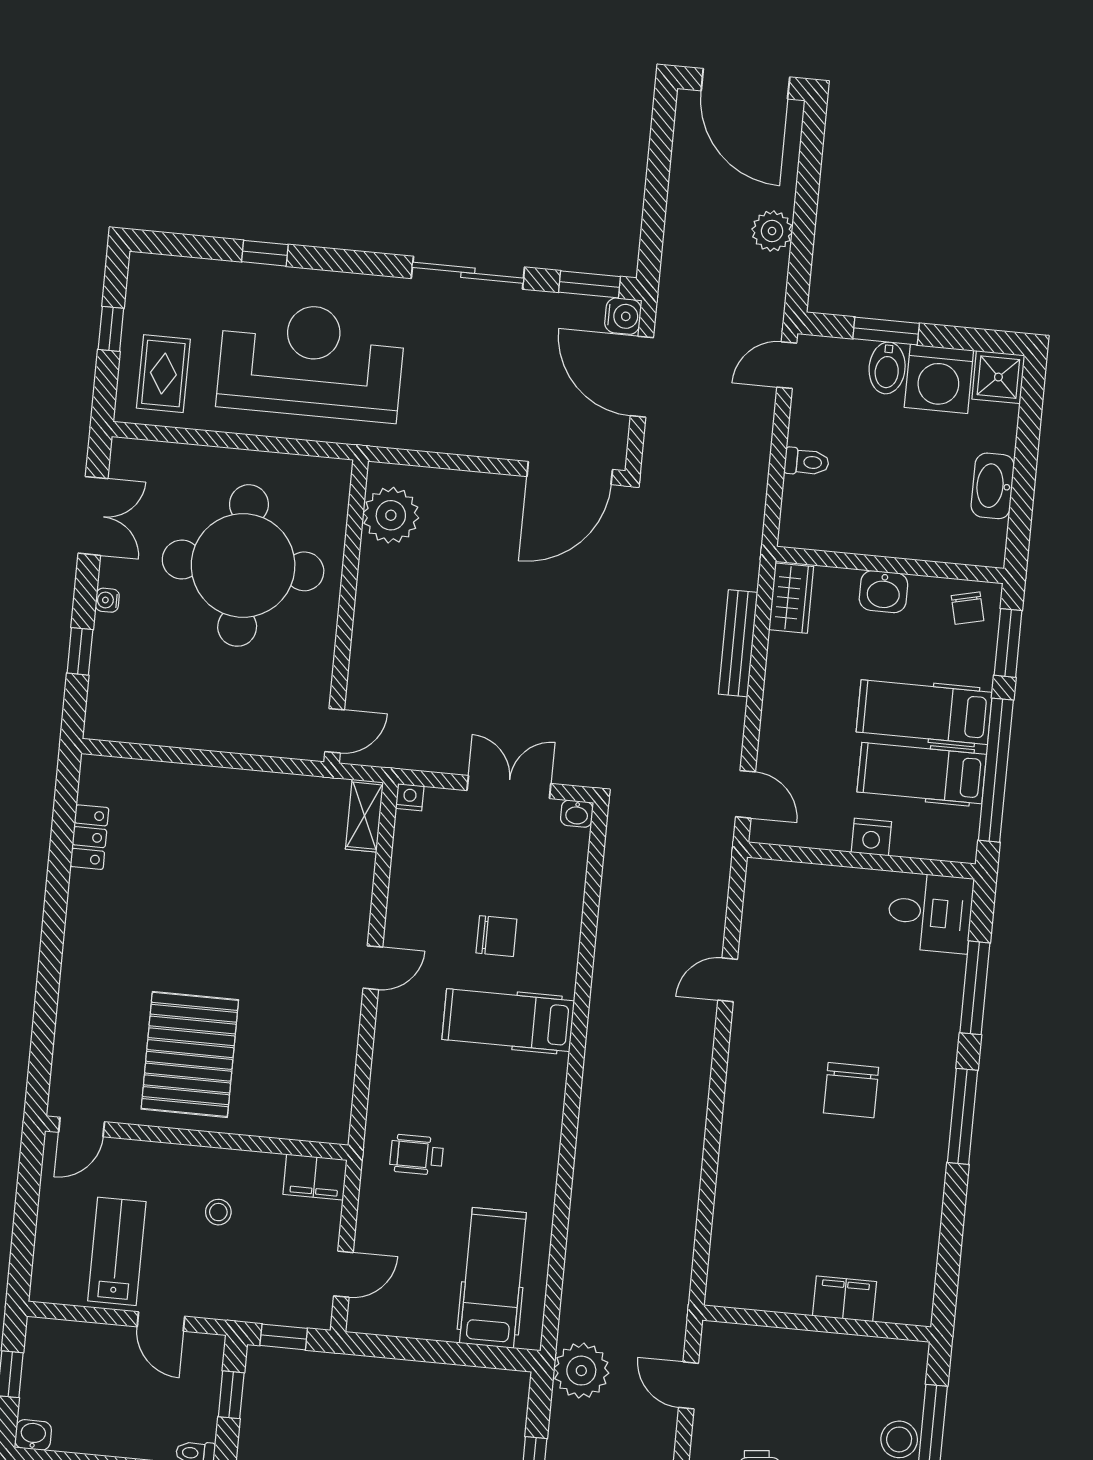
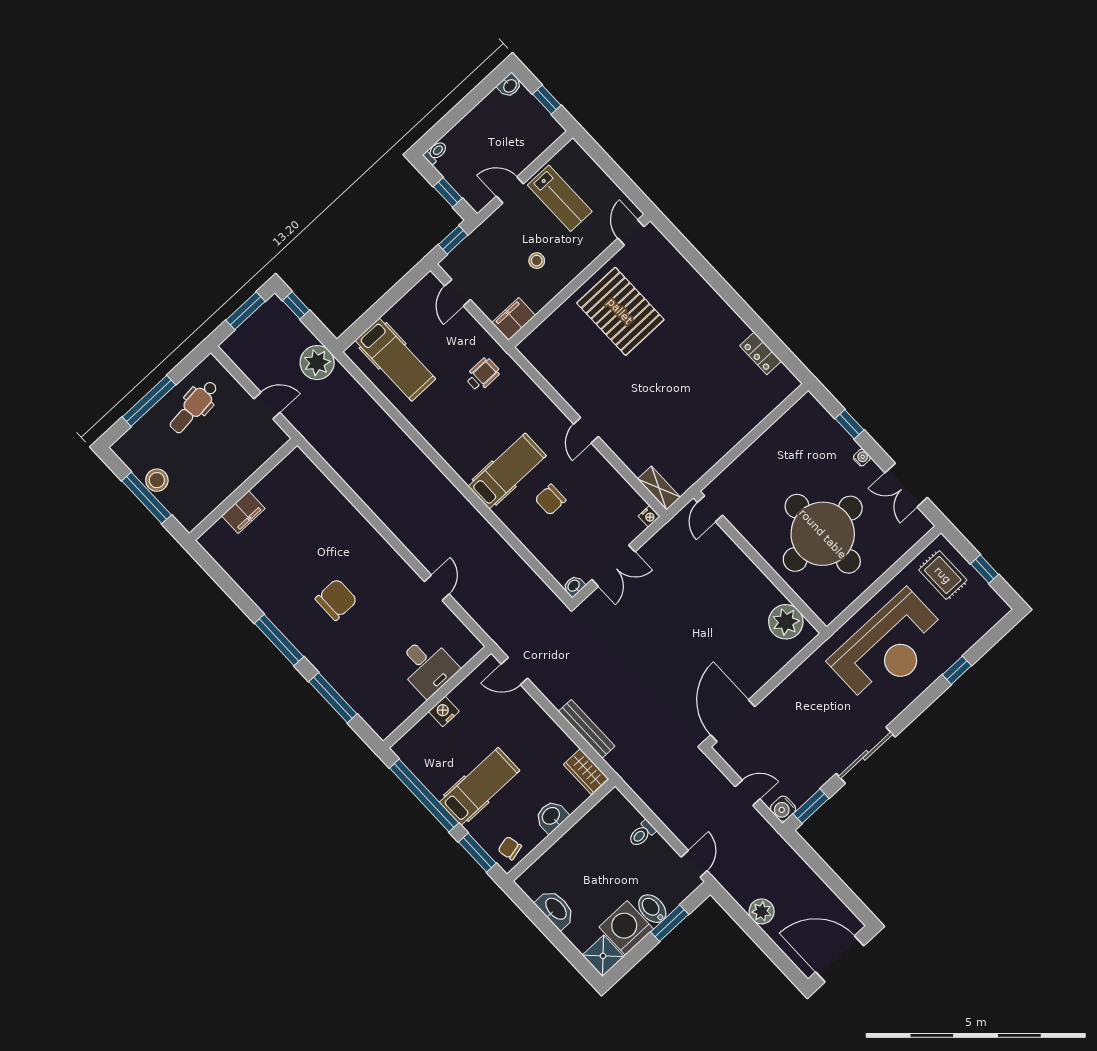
door: (642, 377) -> (748, 793), width x0.53
hospital bed: (922, 773) -> (453, 760), removed
desk: (930, 913) -> (427, 666), moved, turned -90
chair: (851, 1090) -> (336, 600), turned 90

